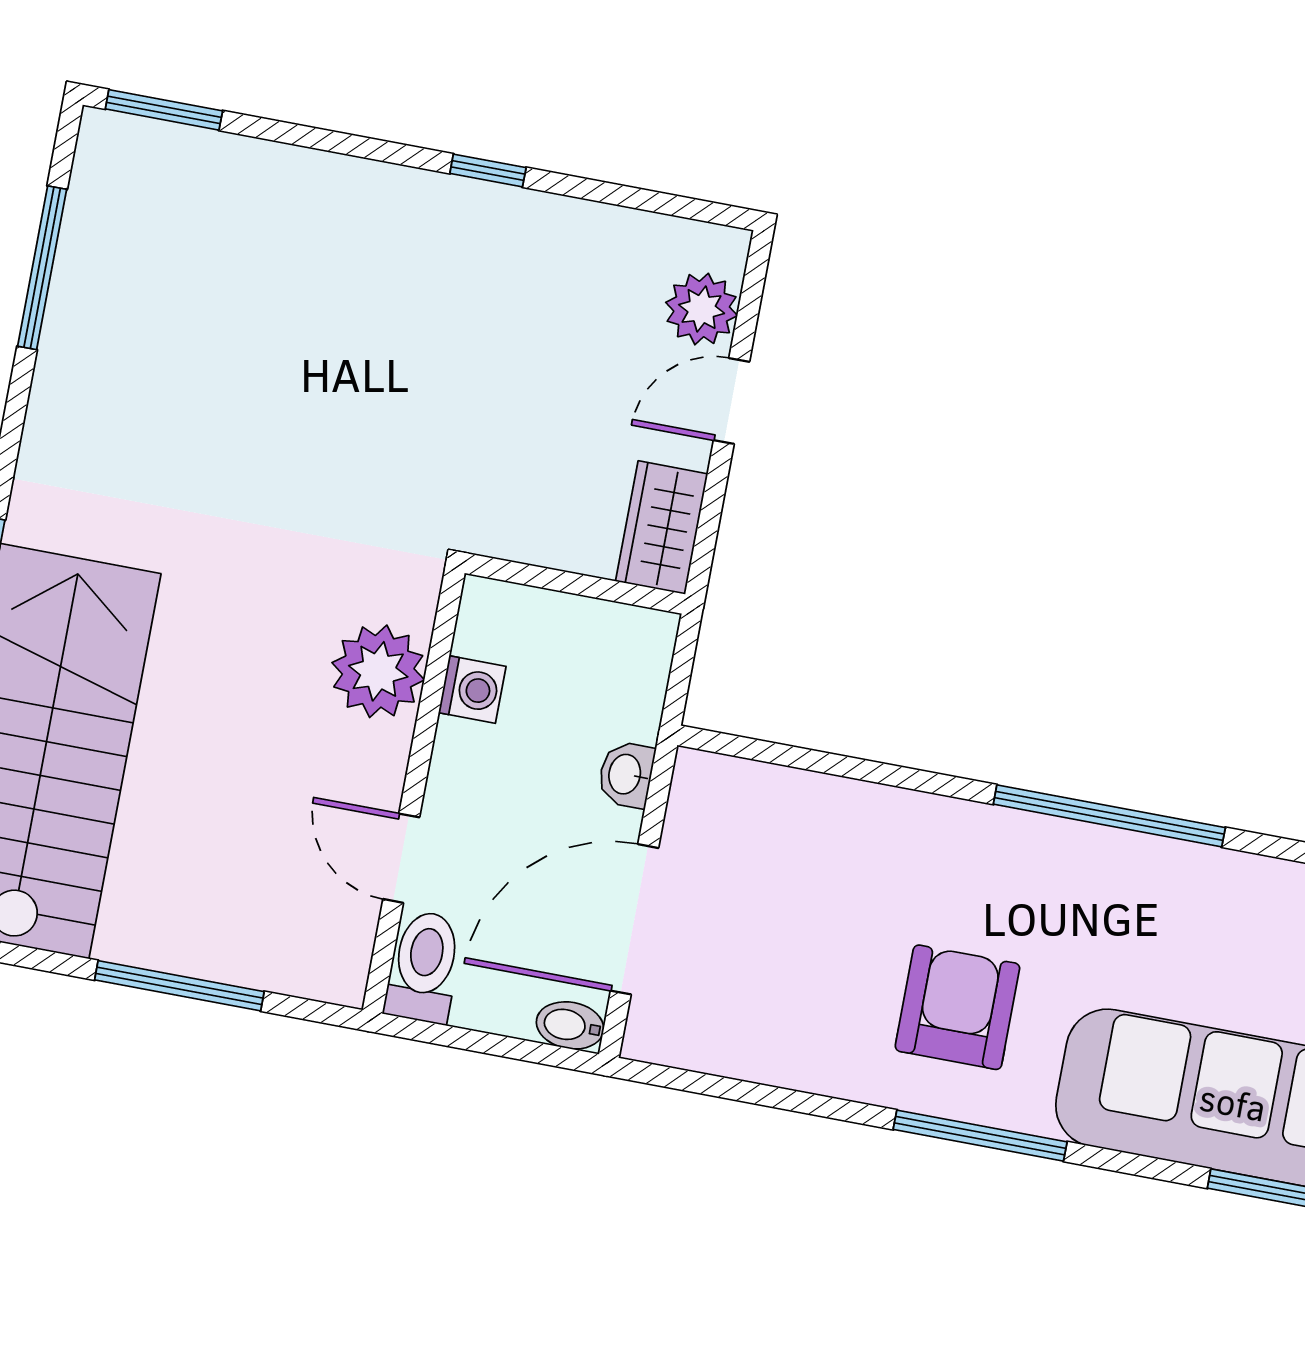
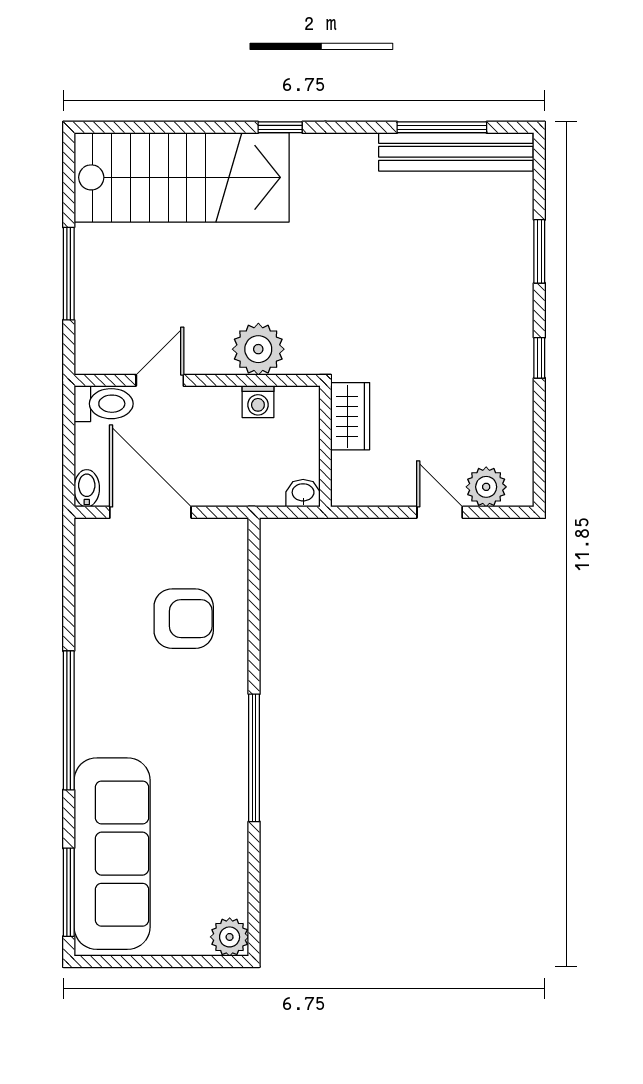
window: (164, 110) -> (539, 251), moved
bench: (91, 251) -> (456, 152), added
wardrobe: (662, 528) -> (350, 416), moved, turned 90
washbasin: (626, 774) -> (303, 493), moved
armchair: (957, 1007) -> (184, 619), moved
window: (980, 1136) -> (69, 720), width x1.46

